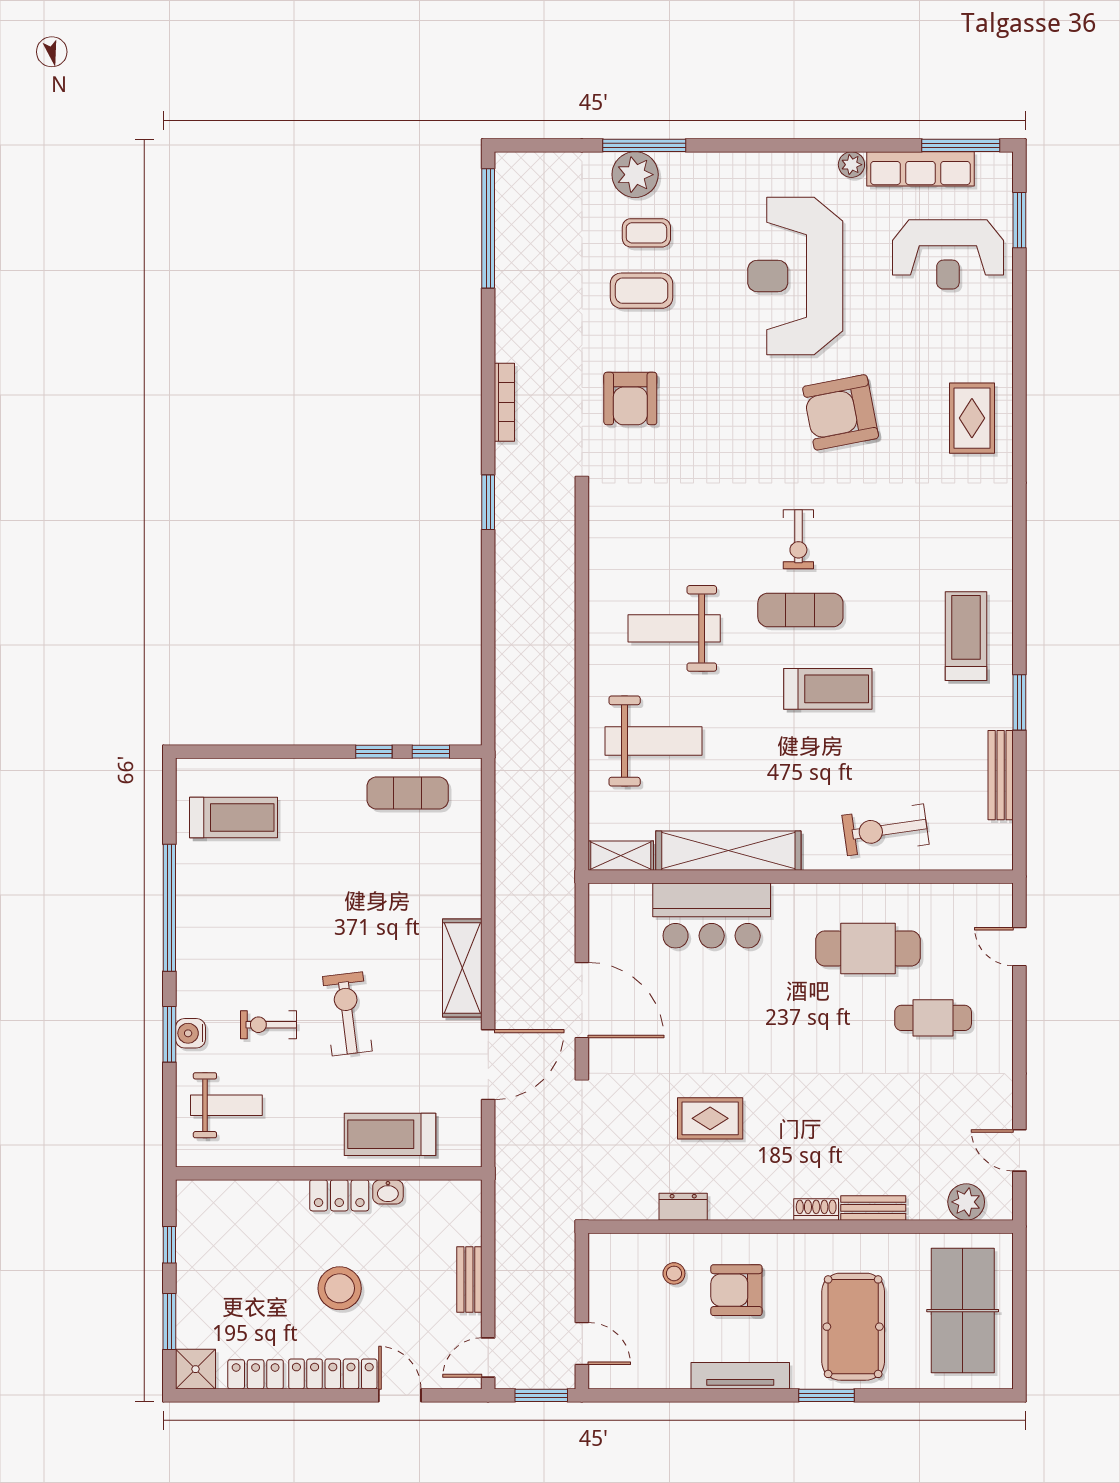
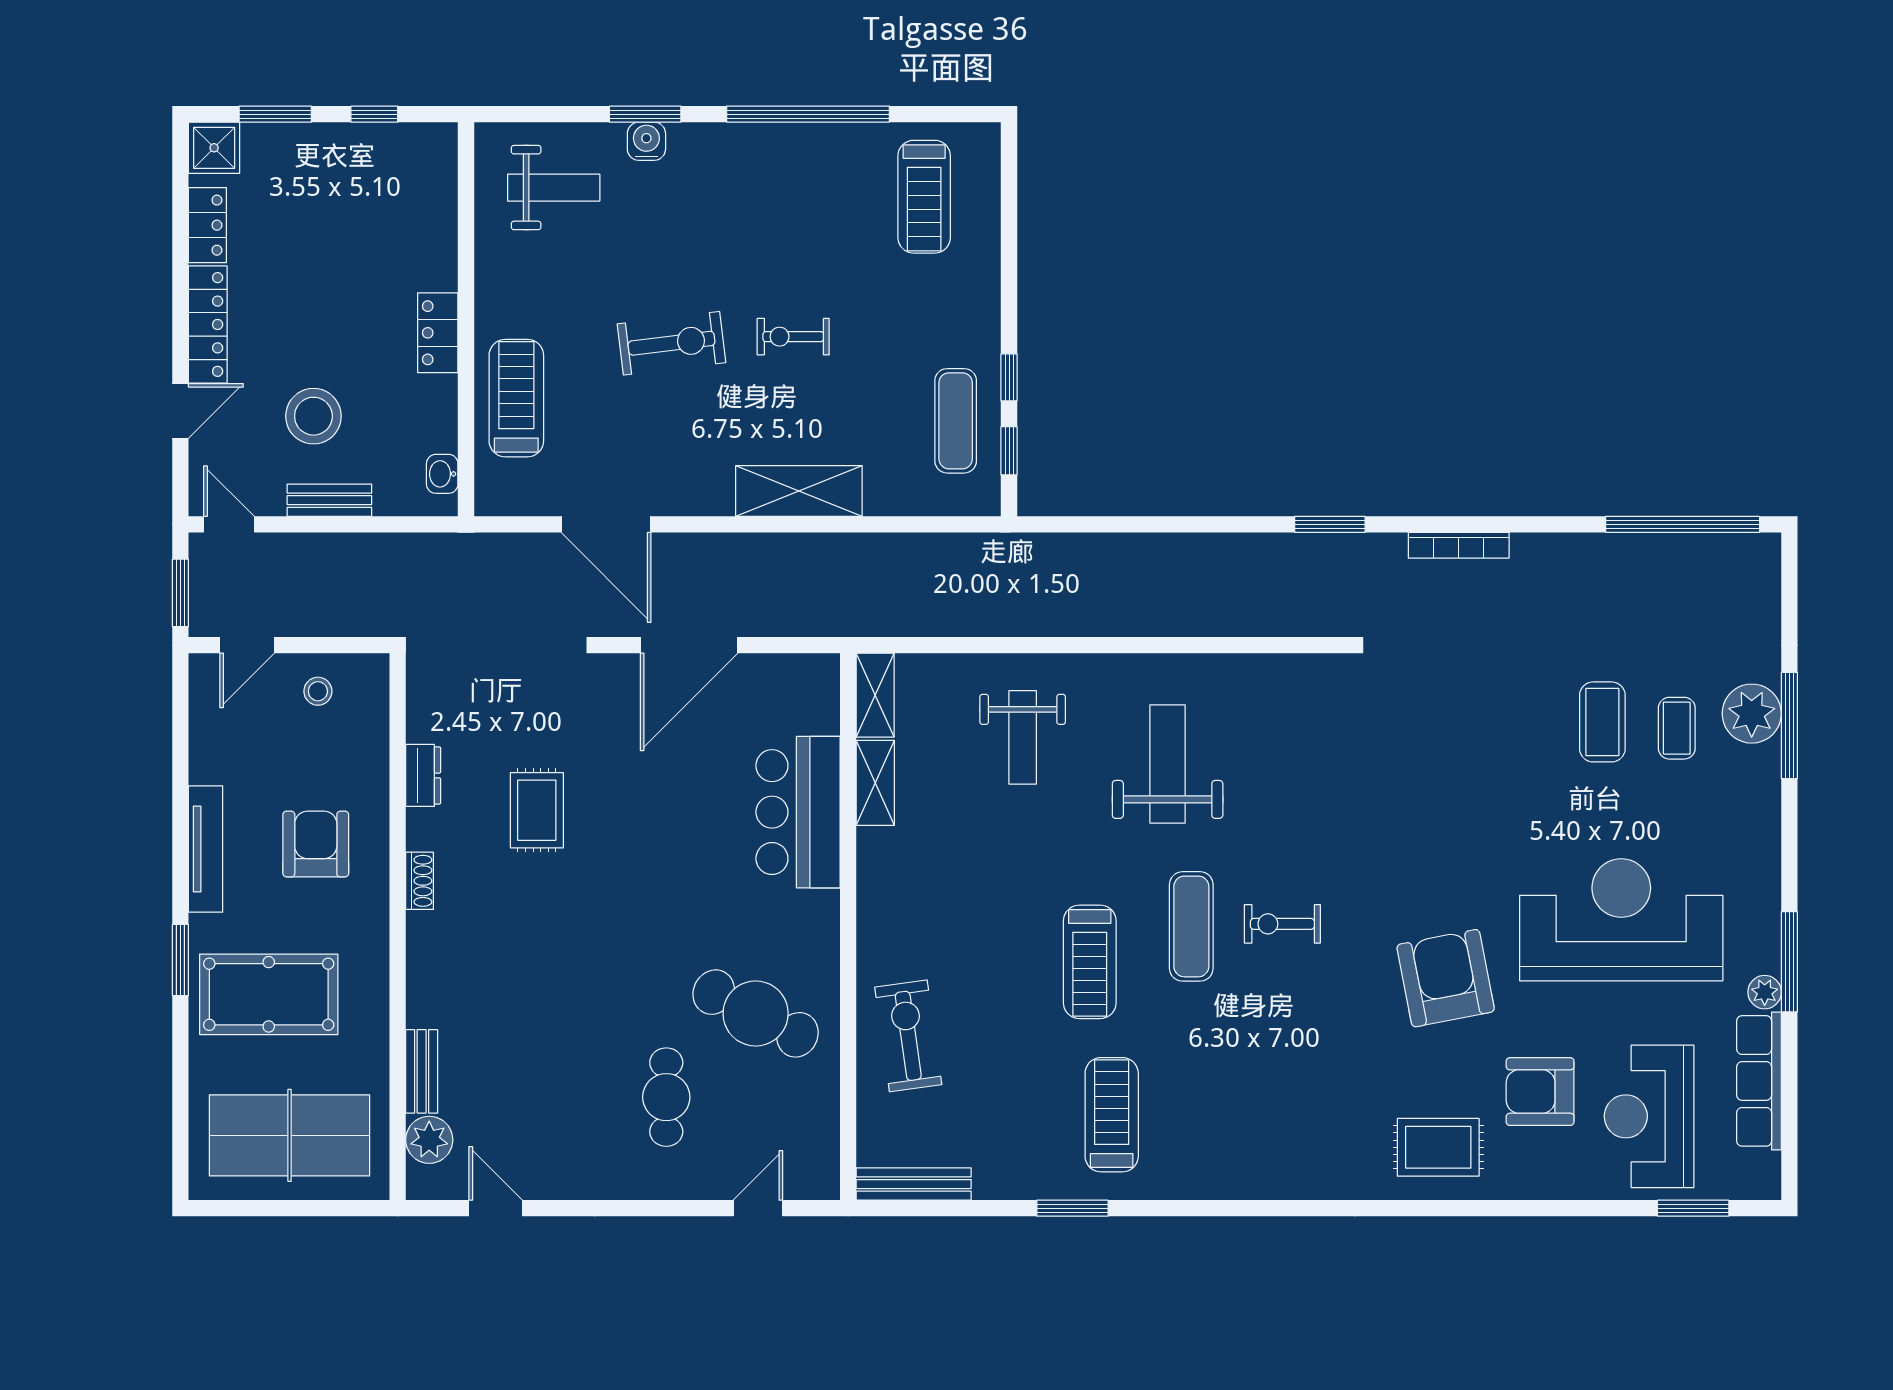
window: (961, 145) -> (1789, 962), moved
armchair: (630, 399) -> (1540, 1092), moved
treadmill: (966, 636) -> (1112, 1115), moved, turned -90
weight bench: (654, 741) -> (1023, 737), width x0.73, depth x0.75
bench: (1001, 775) -> (914, 1184), moved
shelving: (728, 851) -> (875, 783), width x0.45, depth x0.75
cafe table: (868, 948) -> (756, 1013), turned -63
shelving: (462, 968) -> (799, 491), moved
exercise bike: (268, 1025) -> (793, 337), moved, turned -90
weight bench: (226, 1105) -> (554, 188), turned -90
door: (1019, 1150) -> (496, 1208), hinge flipped
washbasin: (388, 1192) -> (442, 474), moved
bench: (873, 1208) -> (422, 1071), moved
shoe rack: (816, 1209) -> (420, 881), moved
stool: (674, 1273) -> (318, 691), moved
stool: (340, 1288) -> (313, 416), moved

